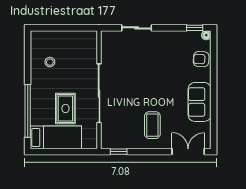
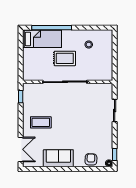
rug: (65, 108) -> (65, 58), moved
bed: (56, 137) -> (42, 39), moved, turned -90

